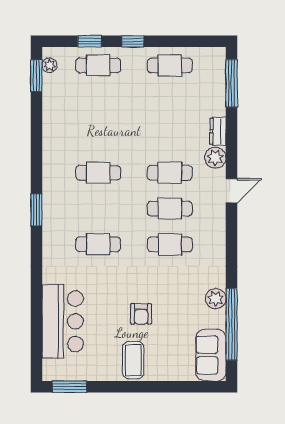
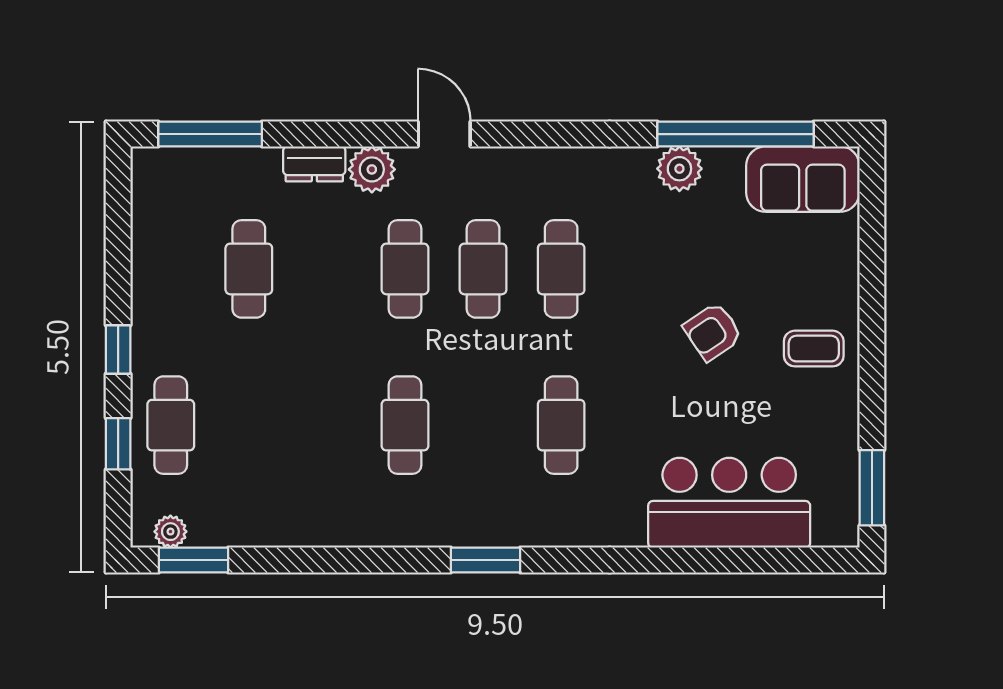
cafe table: (170, 65) -> (249, 269), moved
armchair: (141, 314) -> (713, 332), turned 146
coffee table: (133, 360) -> (814, 349), width x0.73, depth x0.77

